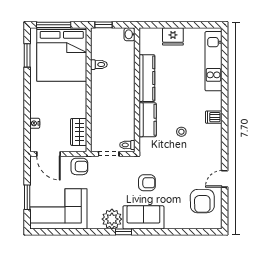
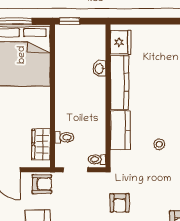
washbasin: (129, 34) -> (99, 69), moved
fridge: (173, 36) -> (121, 42), moved, turned -90
toilet: (99, 65) -> (64, 137), moved
armchair: (147, 183) -> (120, 203), turned 90

